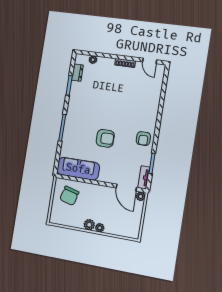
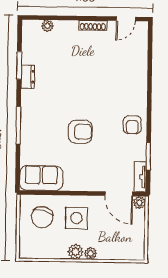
door: (150, 61) -> (126, 19), hinge flipped
dresser: (77, 73) -> (28, 77), moved
sofa: (78, 169) -> (41, 178), width x0.73
side table: (93, 200) -> (76, 218), added

